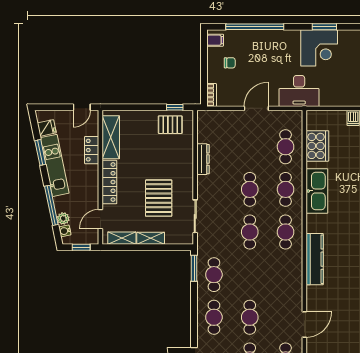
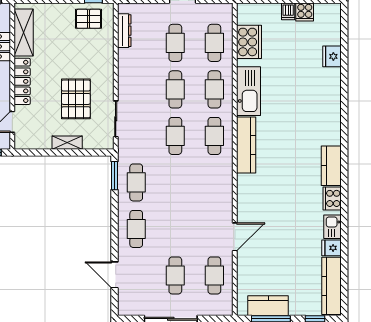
dresser: (203, 159) -> (124, 31), moved
shelving: (122, 238) -> (36, 143), removed
kitchen counter: (315, 259) -> (246, 145), moved
cafe table: (250, 317) -> (175, 43), moved

